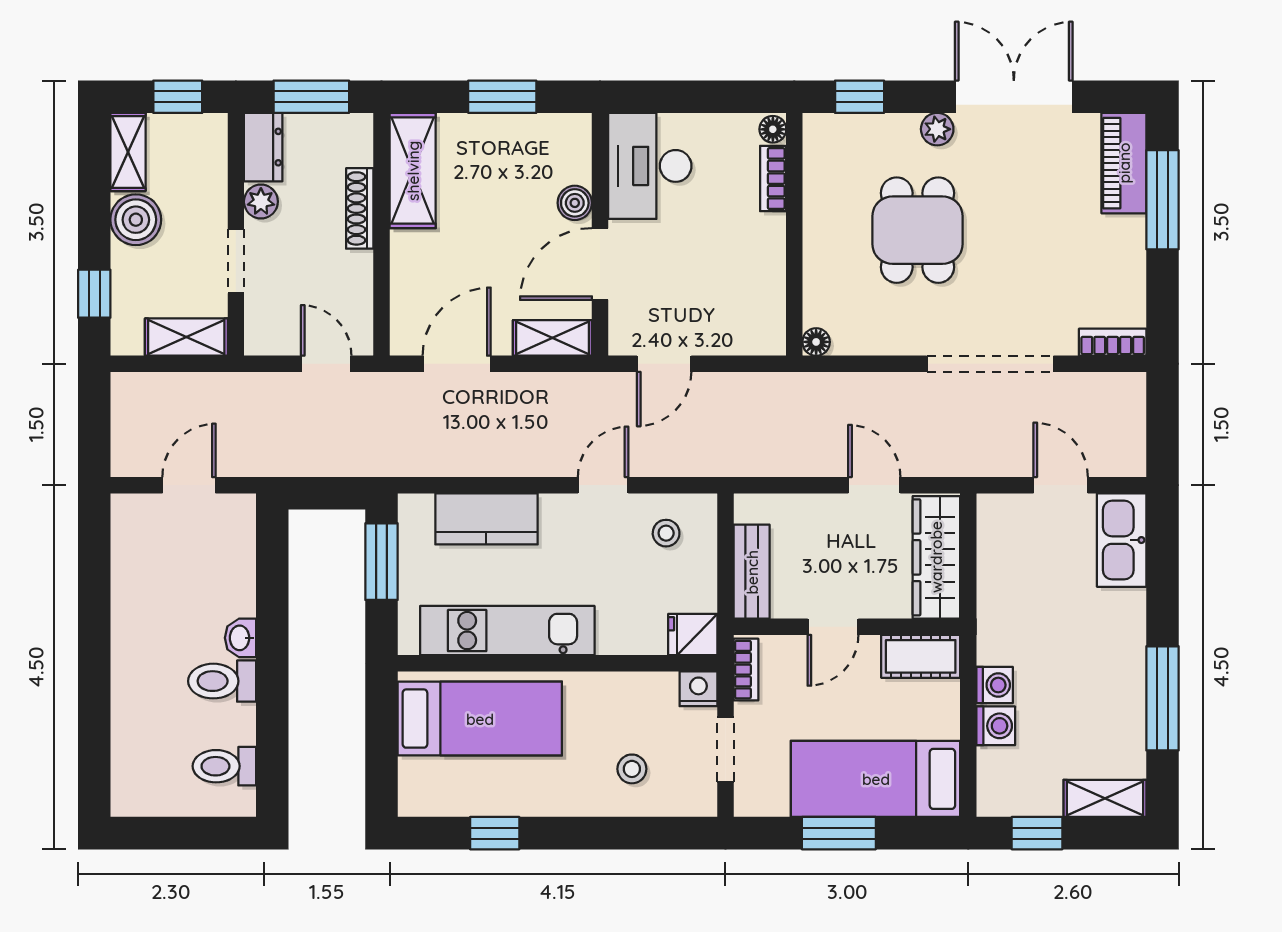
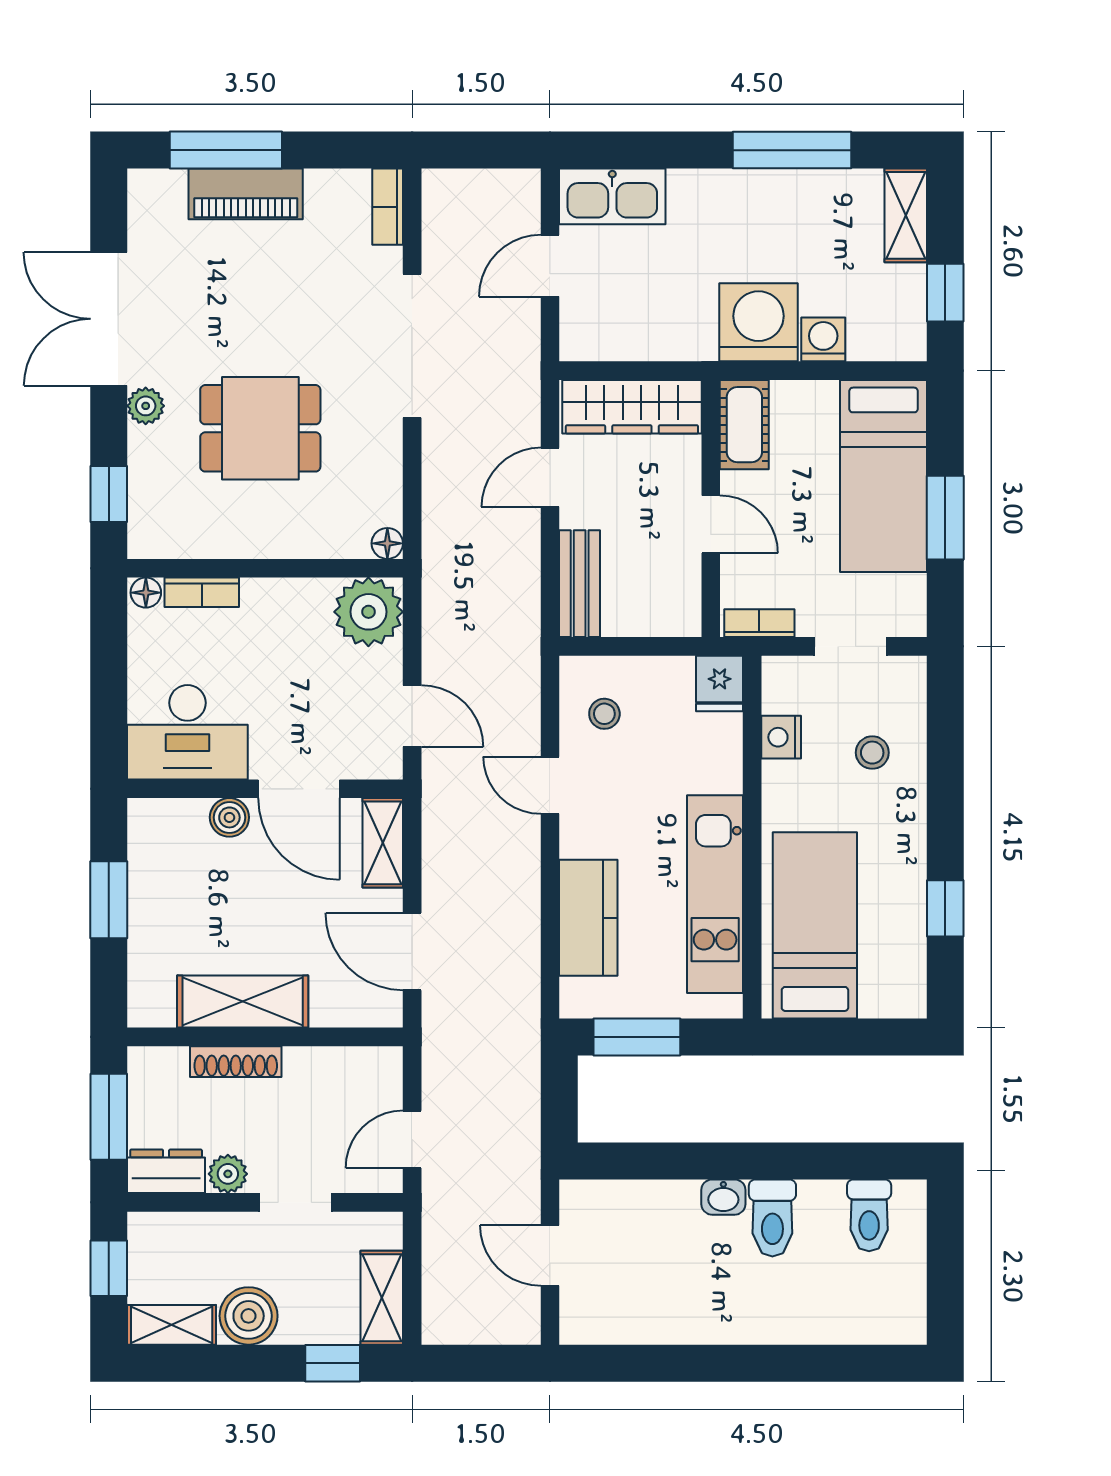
piano: (1124, 163) -> (246, 194), moved
shelving: (413, 171) -> (243, 1002), moved
plant: (756, 325) -> (368, 612), added
shelving: (186, 337) -> (382, 1298), moved
door: (326, 364) -> (412, 1139), moved
bench: (752, 572) -> (580, 584), moved, turned 90
washing machine: (995, 685) -> (759, 322), width x1.89, depth x1.89
nightstand: (698, 689) -> (781, 737), moved

